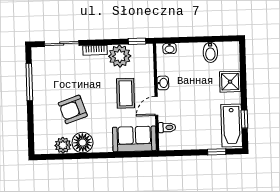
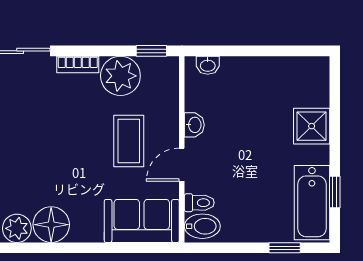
bidet: (210, 52) -> (202, 226), moved, turned -90
armchair: (73, 109) -> (36, 166), removed

